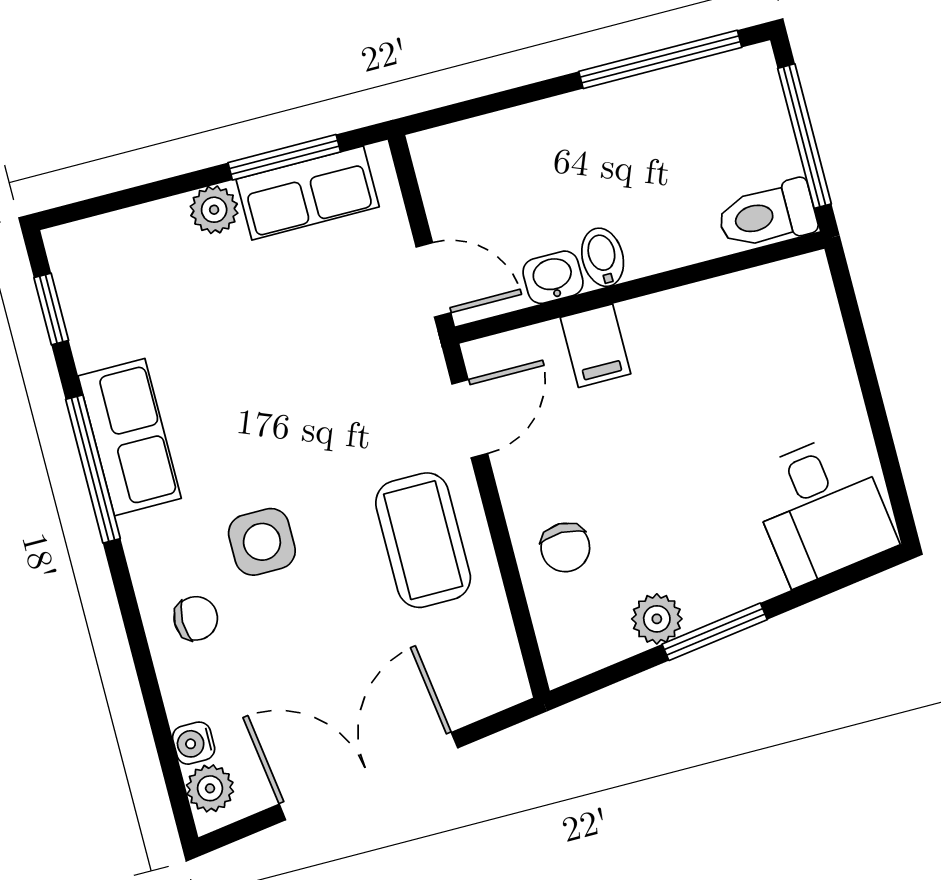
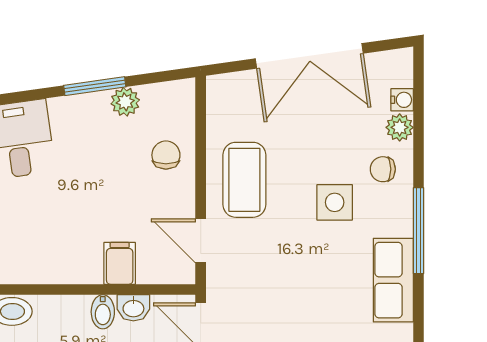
door: (470, 419) -> (201, 241), hinge flipped
window: (93, 469) -> (419, 231), moved
plant: (210, 788) -> (400, 127), moved

